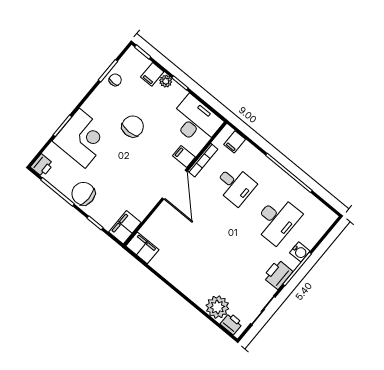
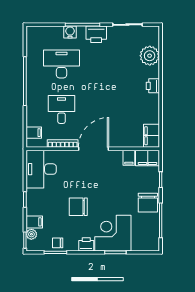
plant: (166, 81) -> (31, 234), moved
filing cabinet: (184, 156) -> (129, 158), moved
printer: (42, 166) -> (86, 244), moved
printer: (231, 324) -> (153, 86), moved

